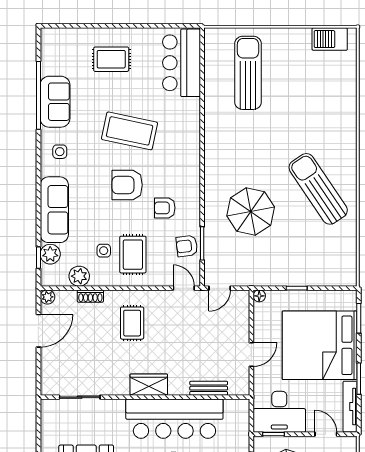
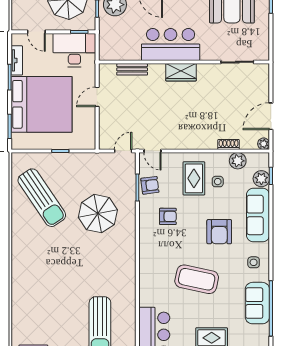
armchair: (127, 185) -> (219, 232), moved, turned 90
sun lounger: (318, 189) -> (42, 198), moved
floor lamp: (259, 296) -> (91, 145), removed
rug: (132, 323) -> (195, 122), removed
tv unit: (350, 407) -> (17, 60), width x0.71
bar counter: (174, 419) -> (171, 45), width x0.73

